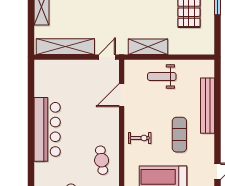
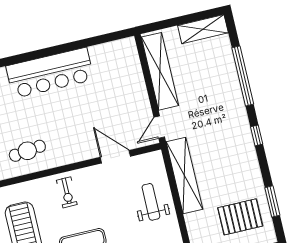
shelving: (148, 47) -> (184, 176), width x1.47
door: (107, 57) -> (159, 127), swing flipped

